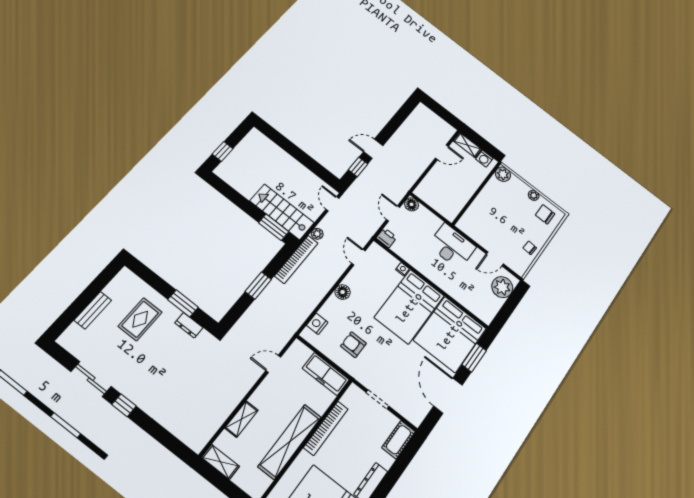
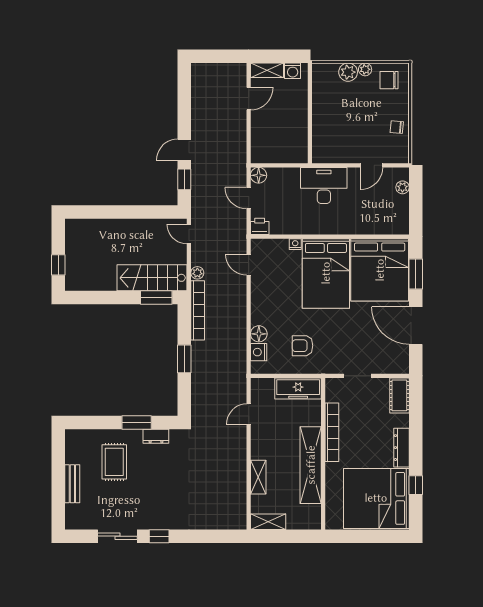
plant: (503, 174) -> (348, 72), moved
plant: (502, 287) -> (402, 187), width x0.53, depth x0.53
floor lamp: (343, 292) -> (259, 334), moved

